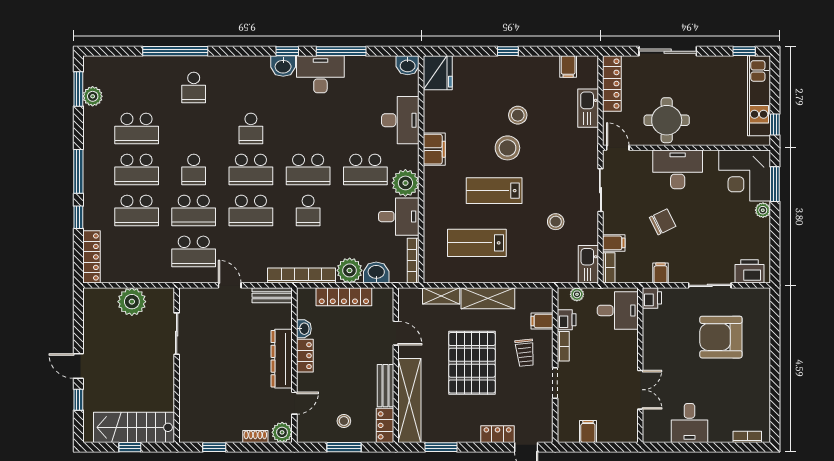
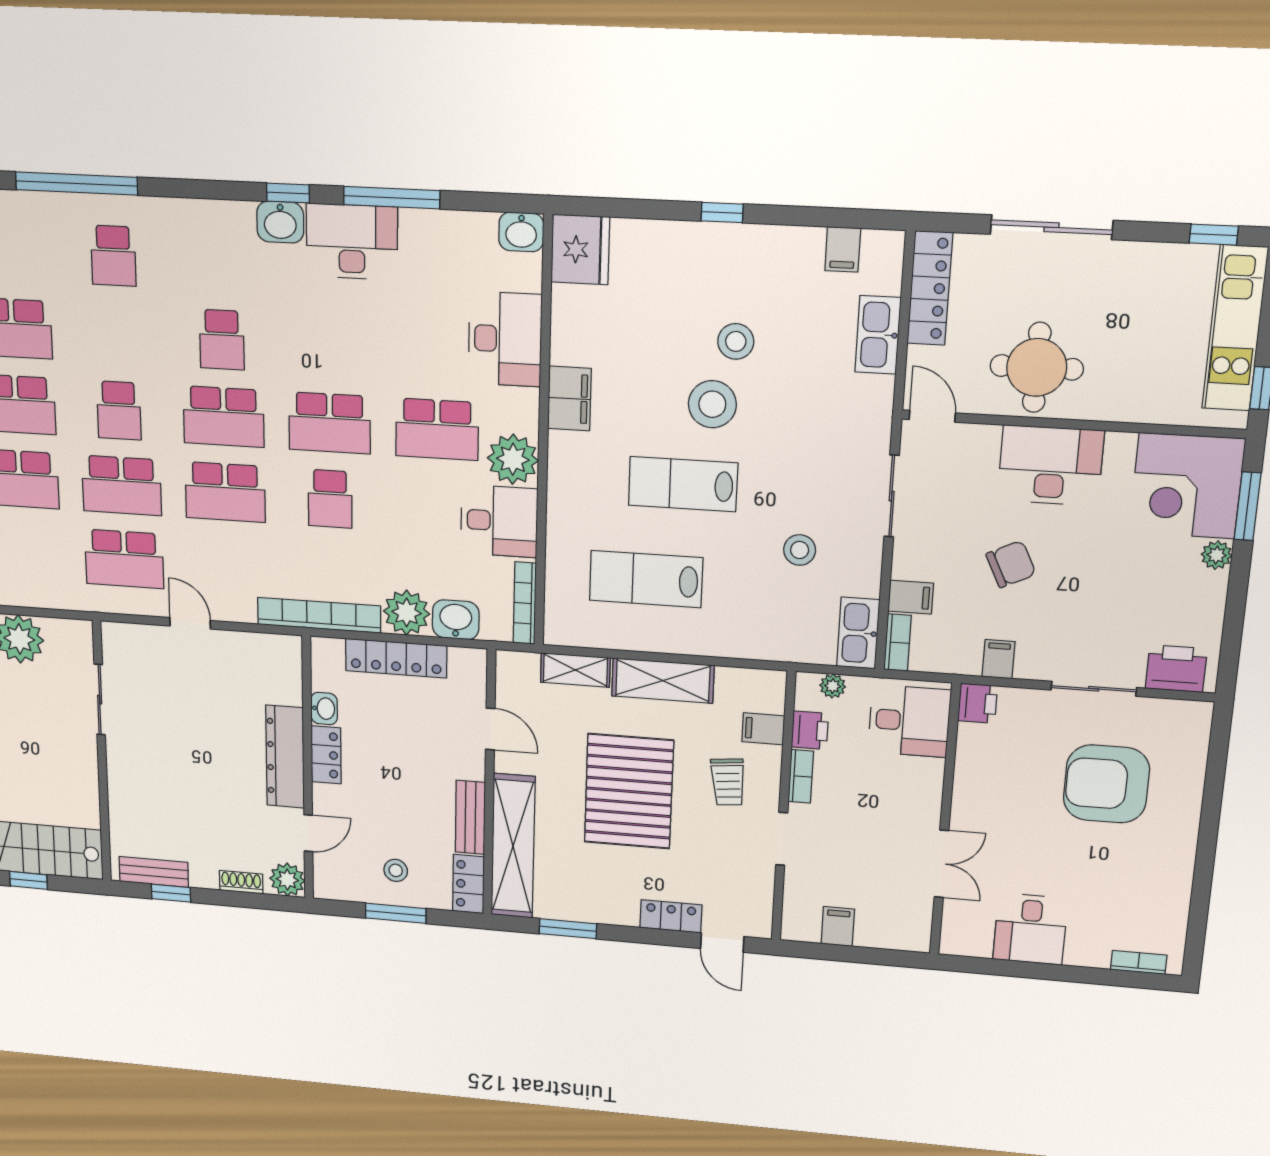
bench: (272, 295) -> (154, 872), moved

